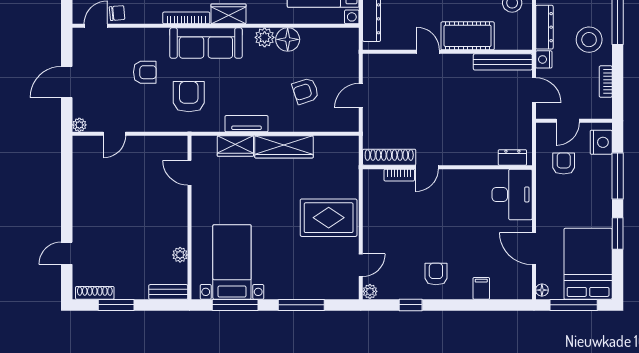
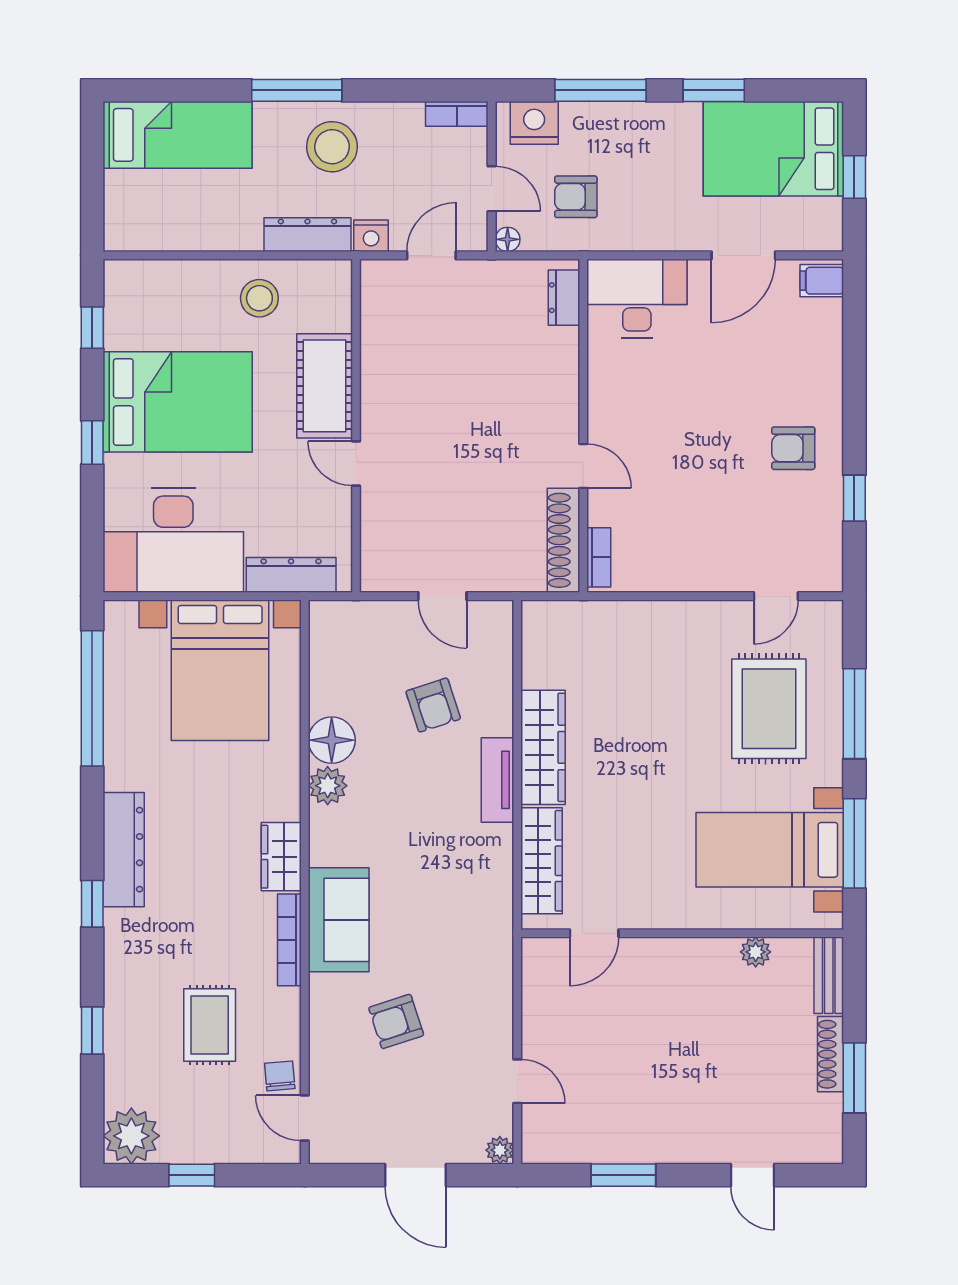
sofa: (206, 43) -> (339, 920), width x0.73
door: (428, 52) -> (356, 463), hinge flipped
bench: (503, 62) -> (376, 317), removed
armchair: (145, 72) -> (396, 1021), turned -108
bookcase: (606, 82) -> (457, 114), moved
armchair: (189, 97) -> (444, 935), removed
tv unit: (246, 124) -> (497, 780), moved
wardrobe: (235, 146) -> (541, 861), width x1.50
bookcase: (399, 175) -> (599, 557), moved
window: (67, 188) -> (623, 1175), added
rug: (329, 218) -> (769, 709), moved
door: (361, 265) -> (776, 596), swing flipped
filing cabinet: (481, 288) -> (822, 281), moved
floor lamp: (542, 290) -> (508, 239), moved
plant: (370, 291) -> (828, 578), removed
shoe rack: (95, 293) -> (831, 1054), moved
window: (574, 305) -> (854, 177), width x0.46

